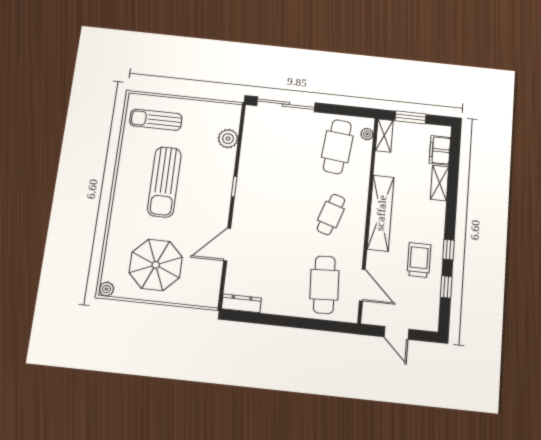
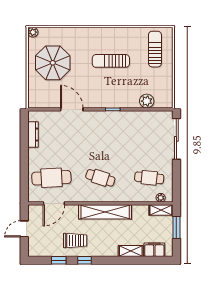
cafe table: (337, 147) -> (149, 178), width x0.73, depth x0.74
sun lounger: (164, 182) -> (111, 61), width x0.73, depth x0.75
dresser: (241, 303) -> (33, 135), moved

